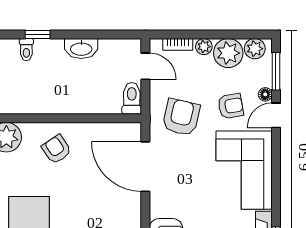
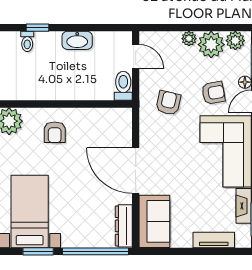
bookcase: (178, 44) -> (165, 37), removed
armchair: (181, 117) -> (168, 103), width x0.72, depth x0.72
armchair: (56, 149) -> (55, 132), turned -146
door: (145, 167) -> (136, 171), moved

